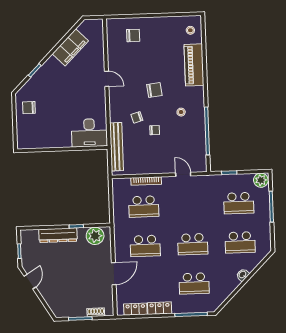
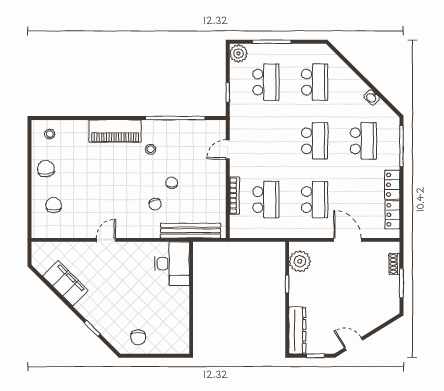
piano: (194, 65) -> (115, 131), moved
chair: (154, 90) -> (46, 169), moved
dresser: (58, 235) -> (297, 330), moved
washbasin: (243, 275) -> (372, 97), moved

